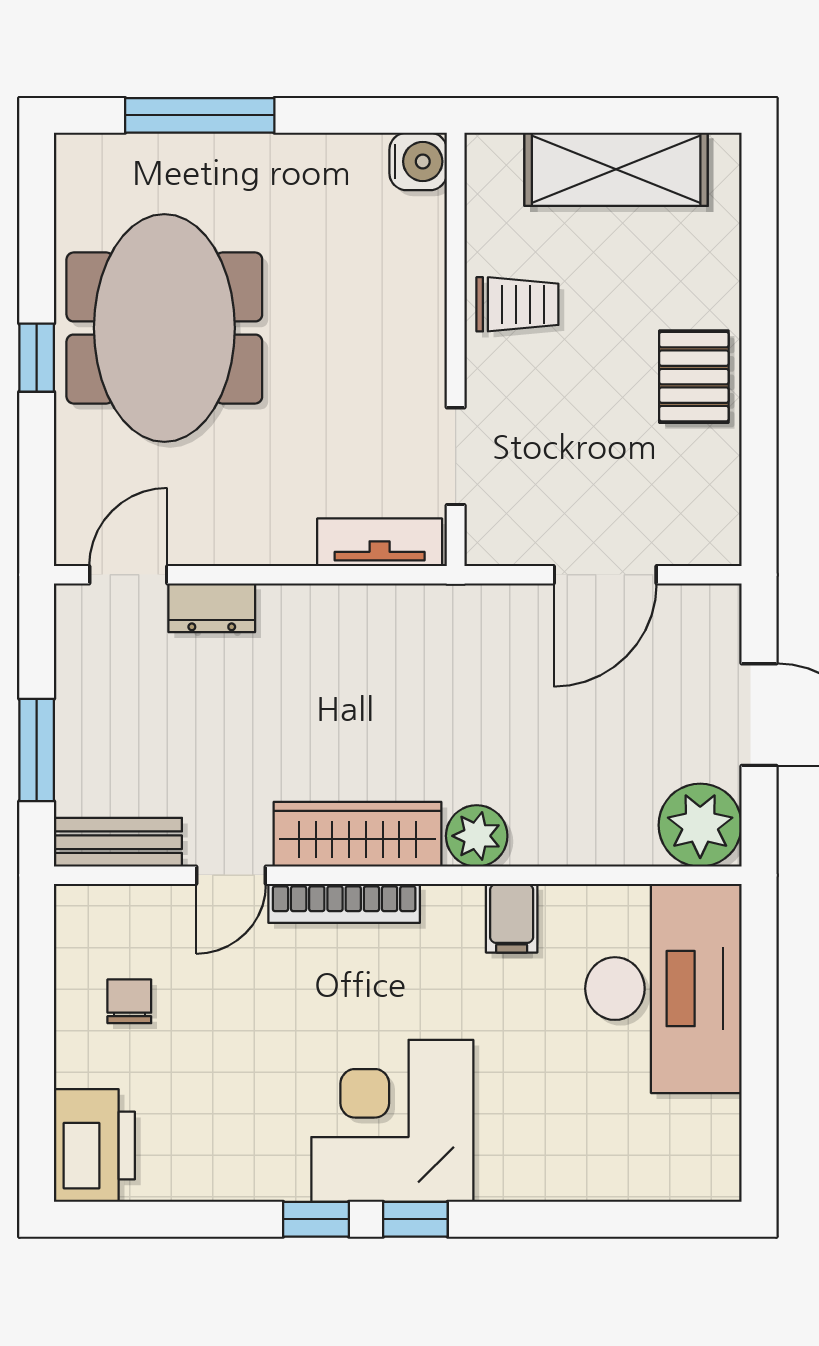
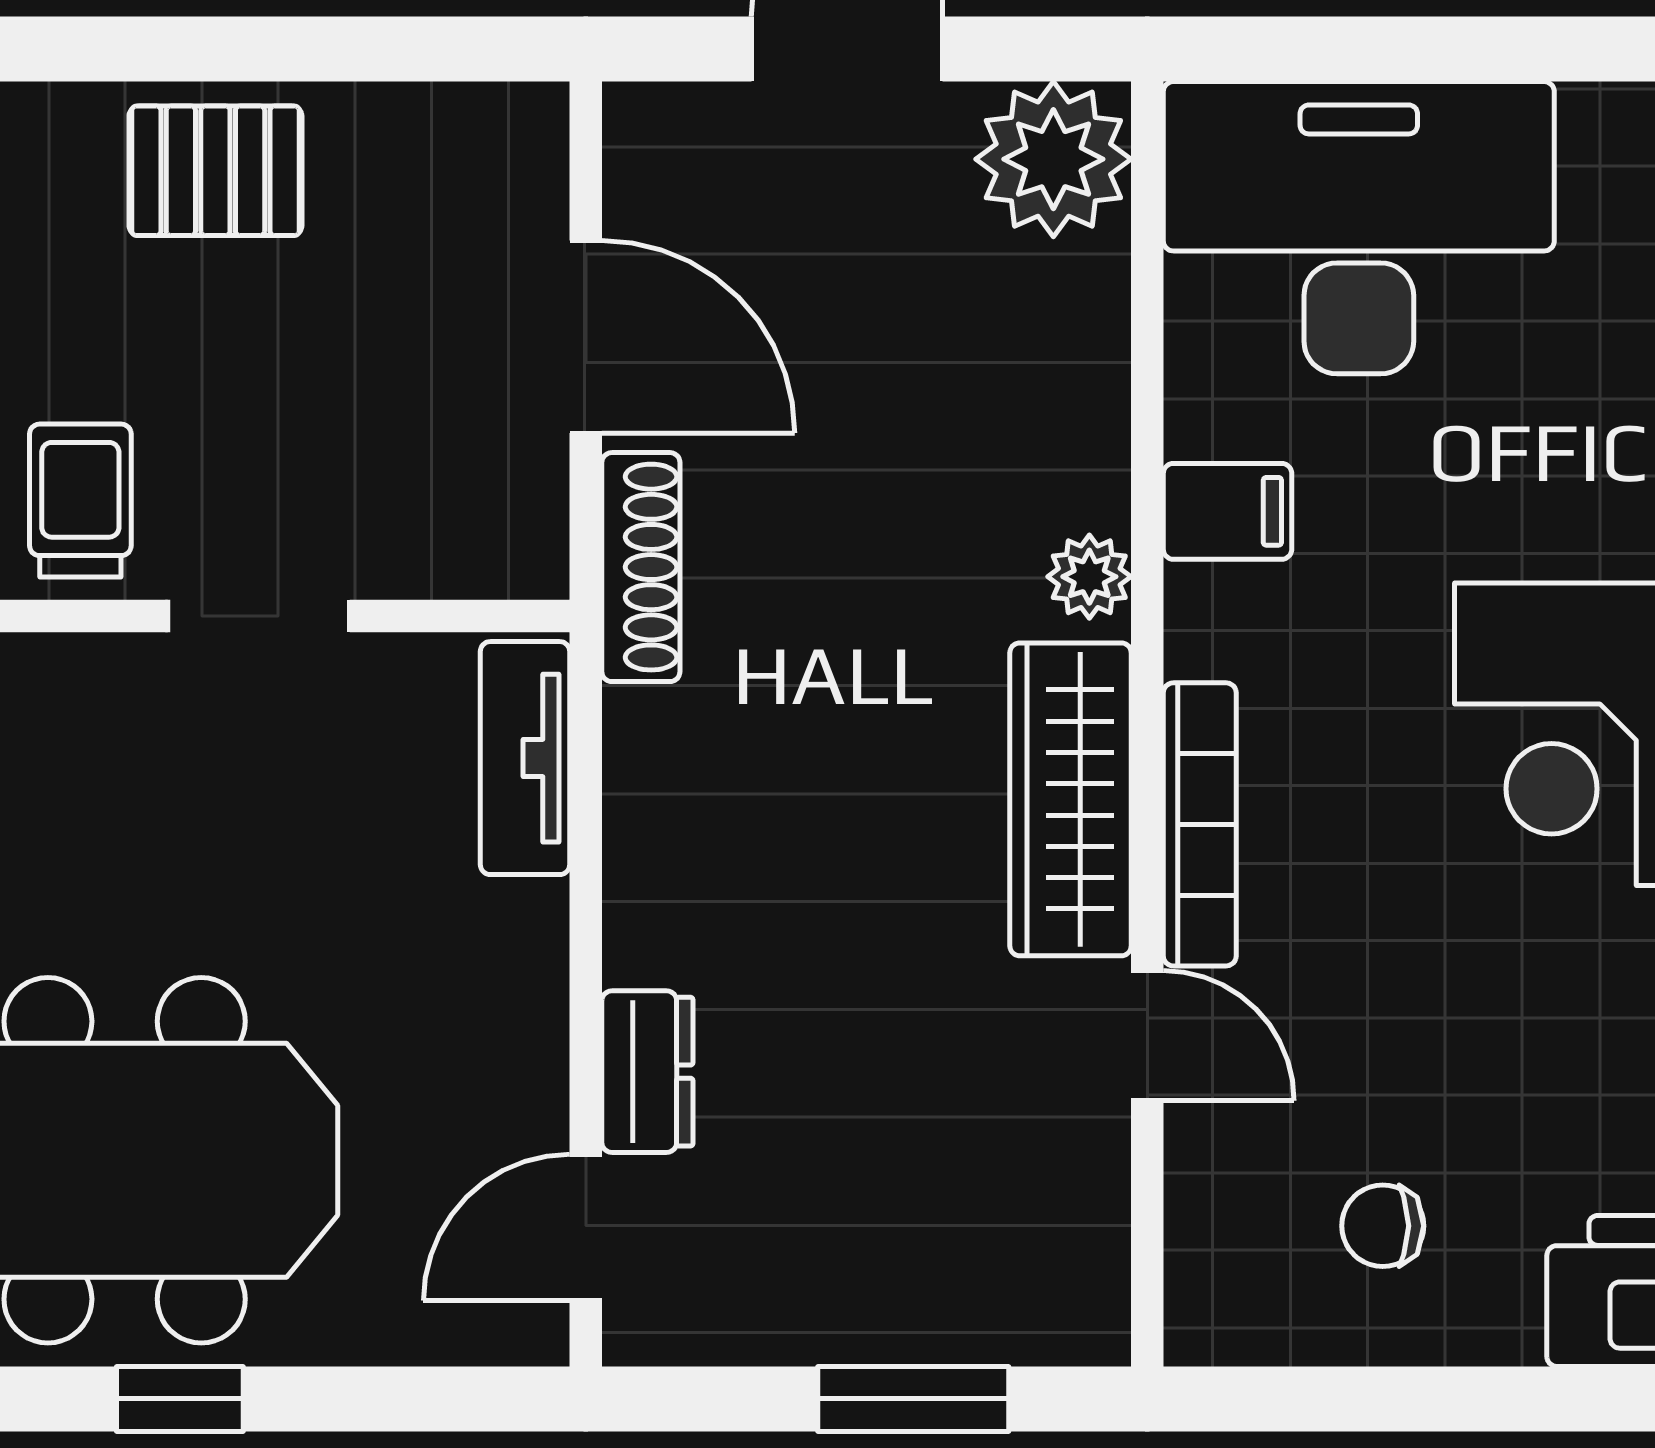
doorway: (456, 456) -> (259, 616), moved
door: (128, 575) -> (586, 1228), hinge flipped
shoe rack: (482, 604) -> (641, 567), added
plant: (477, 836) -> (1089, 577), width x0.73, depth x0.73
bench: (118, 842) -> (1085, 1247), removed

